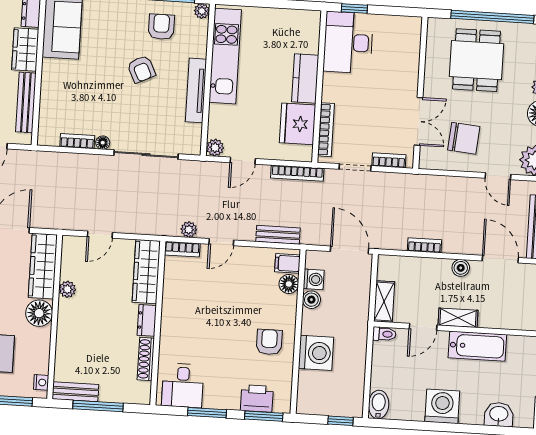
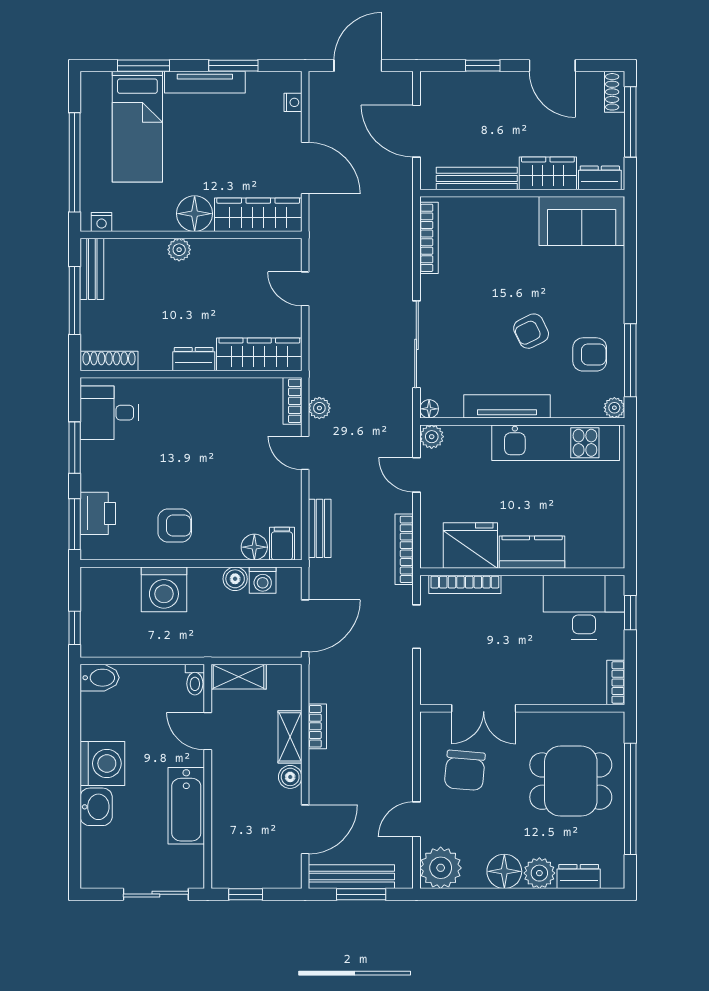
bookcase: (77, 141) -> (429, 238), width x1.56
floor lamp: (103, 143) -> (429, 409), moved
bookcase: (389, 160) -> (616, 682), moved, turned 180
plant: (67, 289) -> (179, 250), moved
shelving: (458, 318) -> (290, 737), moved
shoe rack: (146, 359) -> (109, 361), moved
washbasin: (499, 414) -> (96, 807), moved

